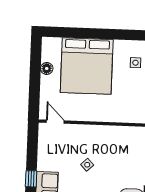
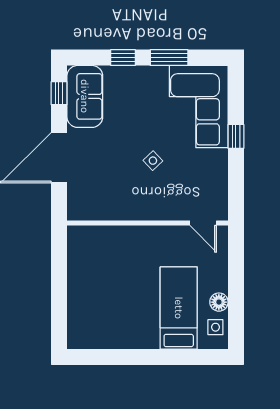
side table: (135, 63) -> (215, 327), moved
bed: (87, 66) -> (179, 308), width x0.49

